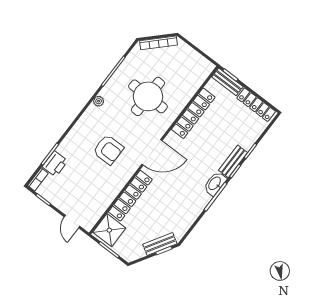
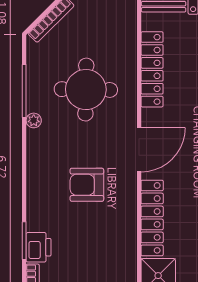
plant: (99, 101) -> (34, 120), moved
armchair: (108, 150) -> (87, 185), turned 180

